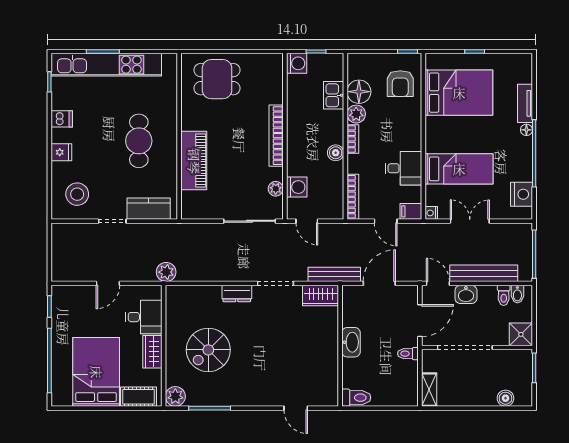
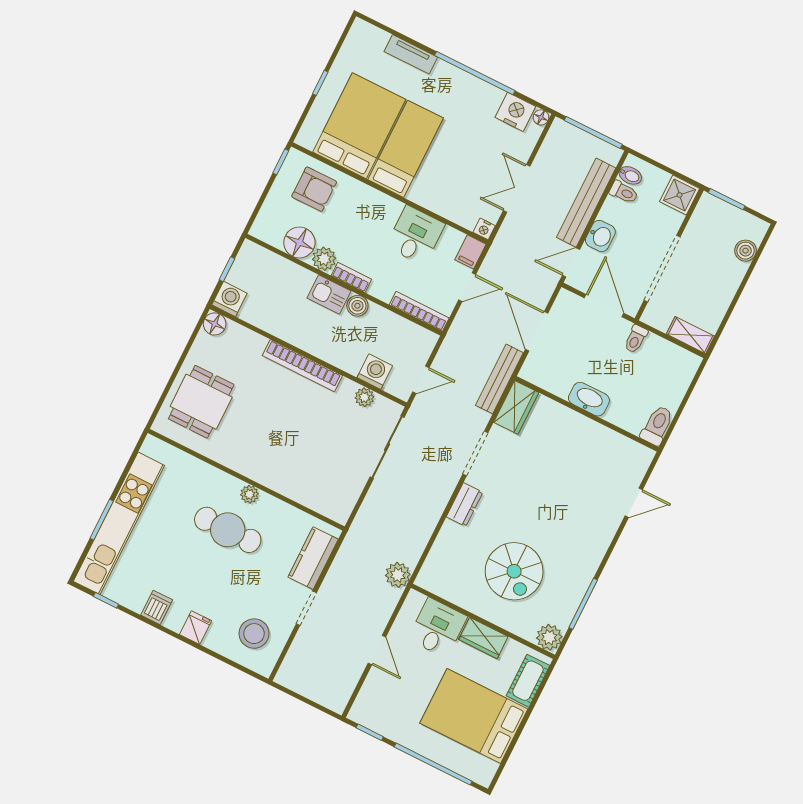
floor lamp: (275, 62) -> (215, 324), added
kitchen sink: (334, 95) -> (329, 294), moved
floor lamp: (526, 130) -> (541, 117), moved
plant: (170, 144) -> (249, 494), added
piano: (194, 161) -> (283, 477), removed
bed: (459, 169) -> (406, 149), moved

